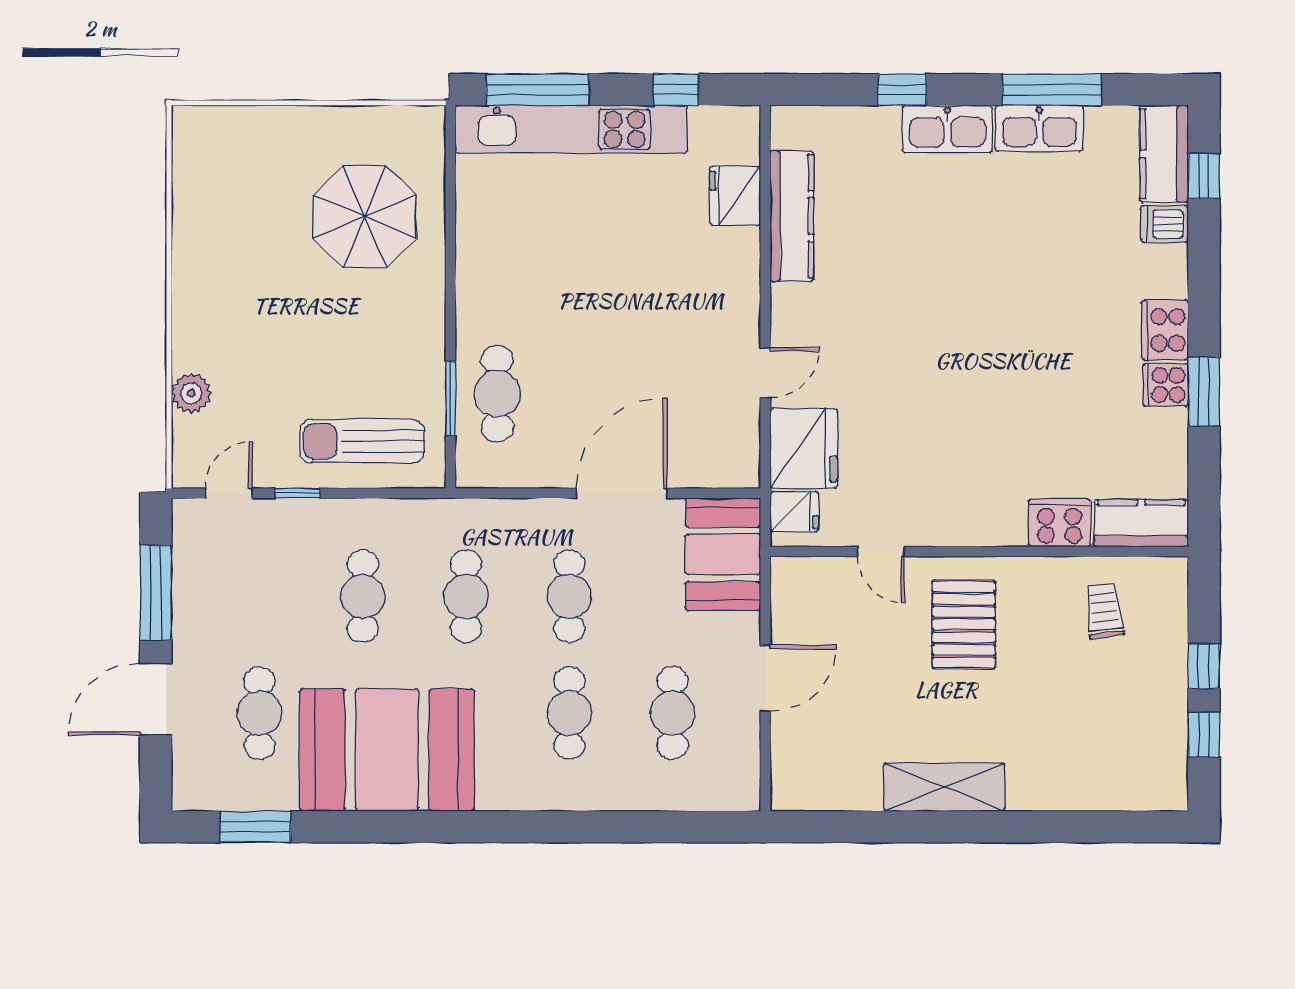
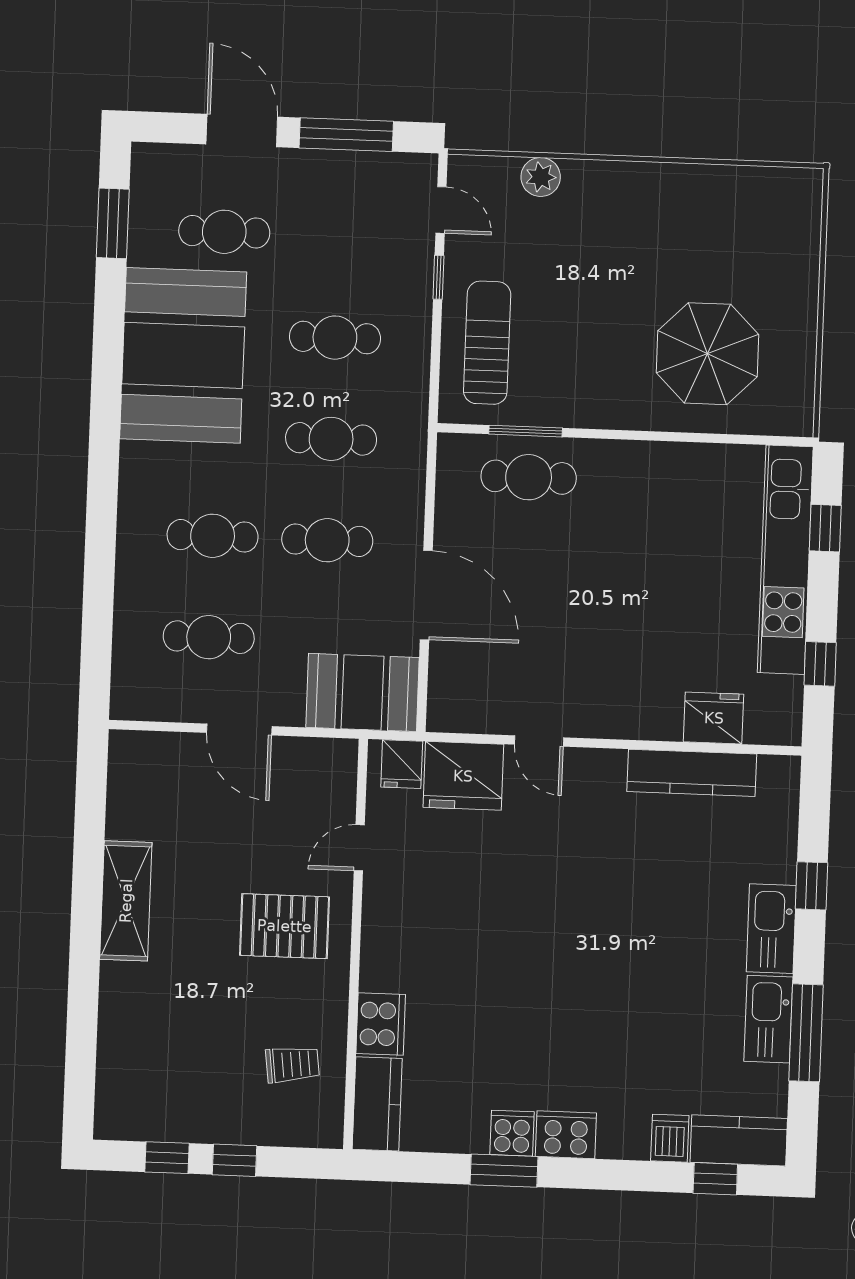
window: (538, 90) -> (825, 528), width x0.46

